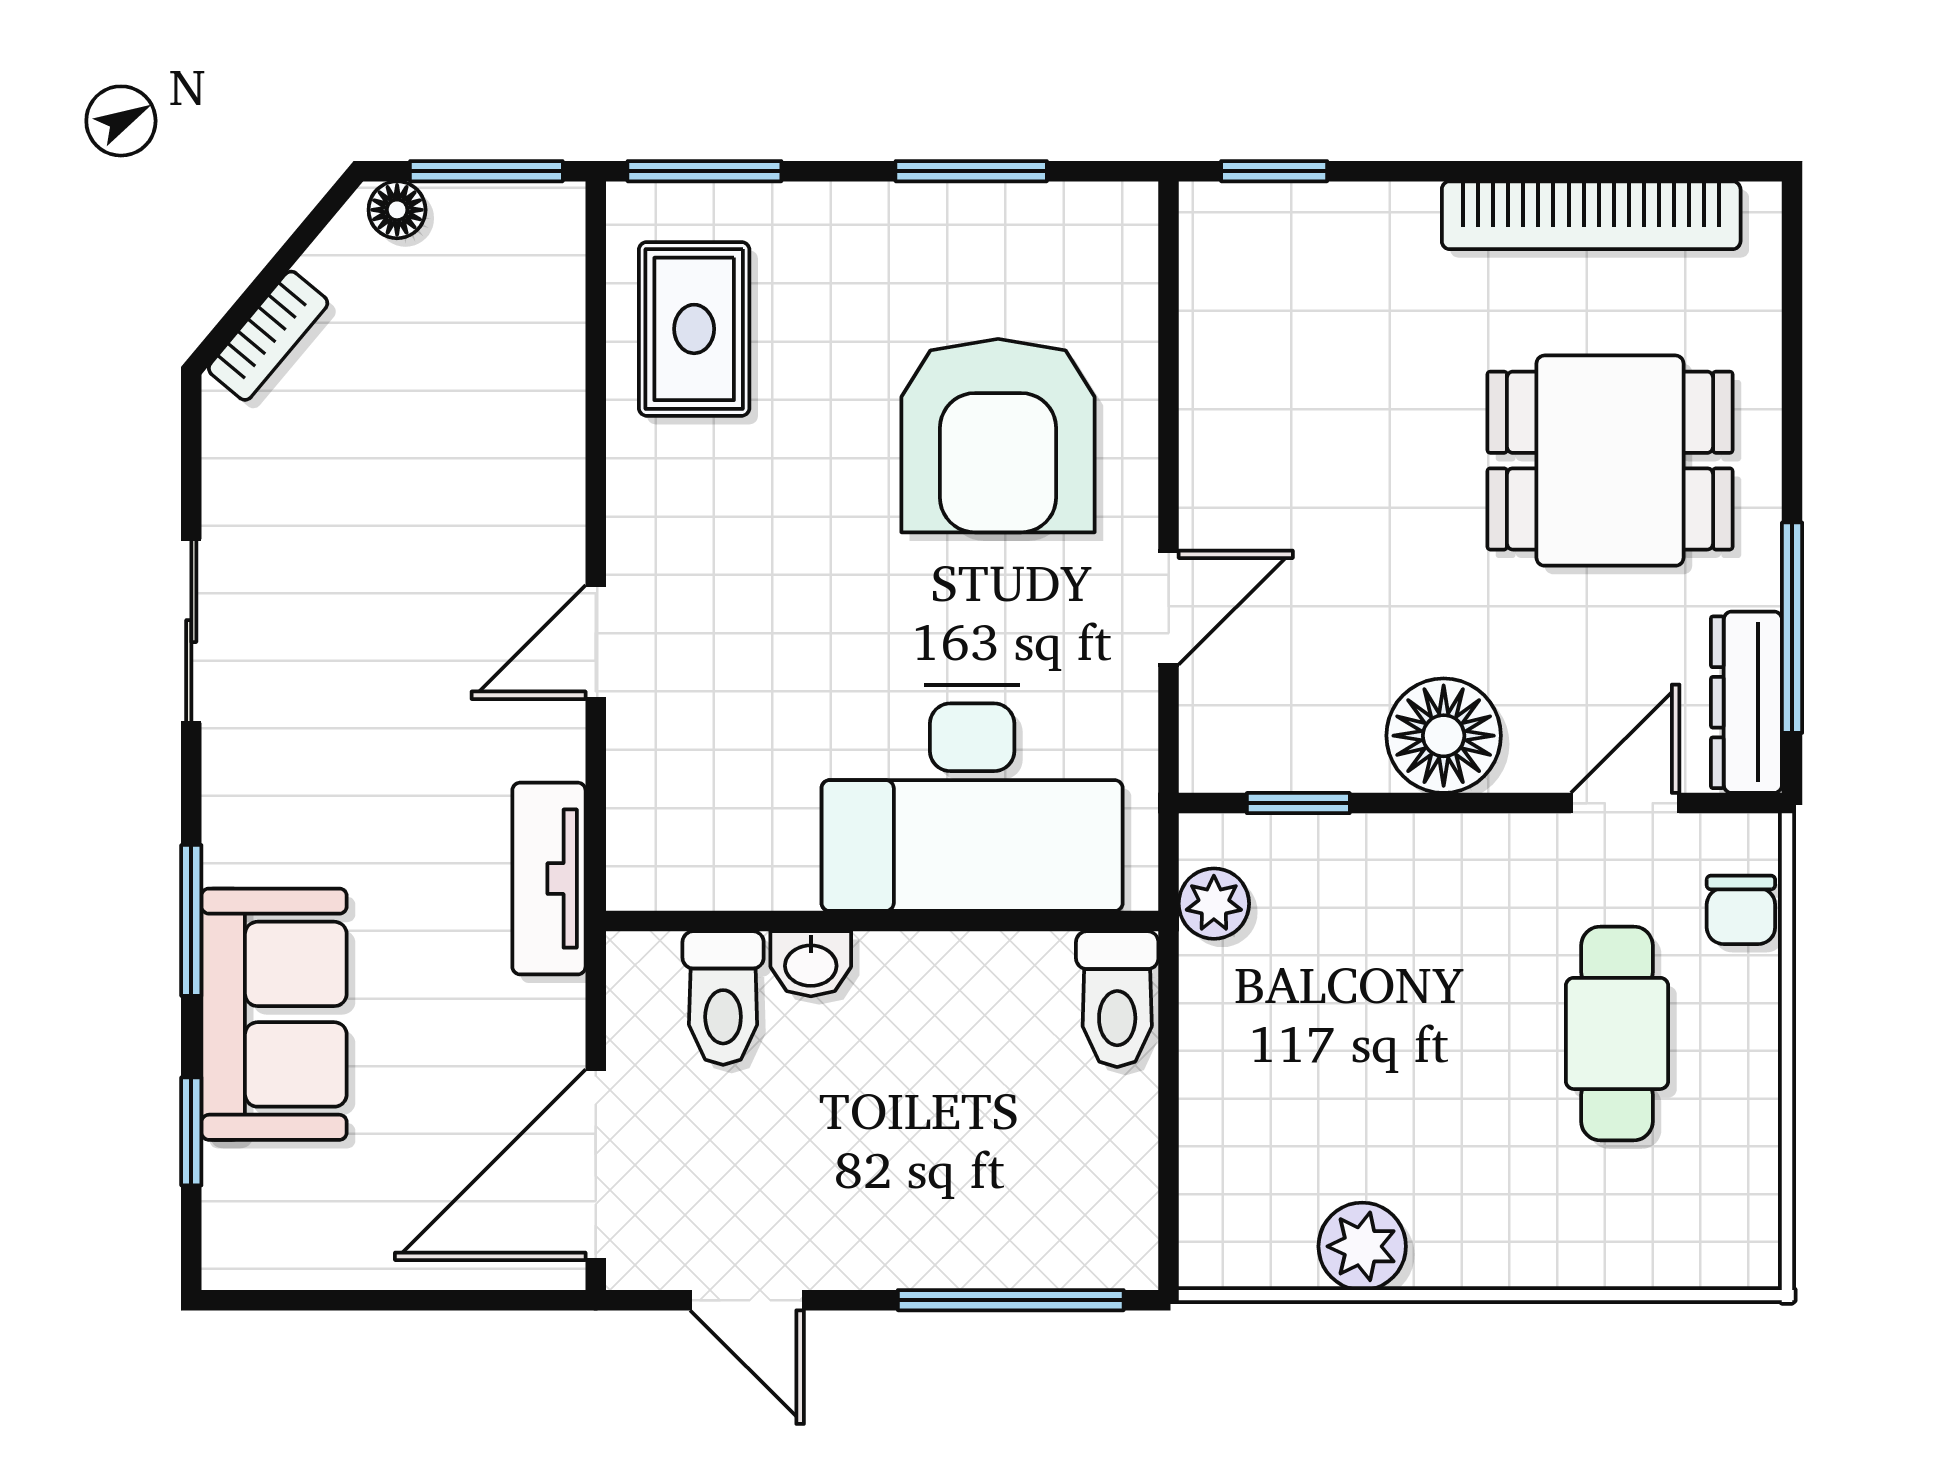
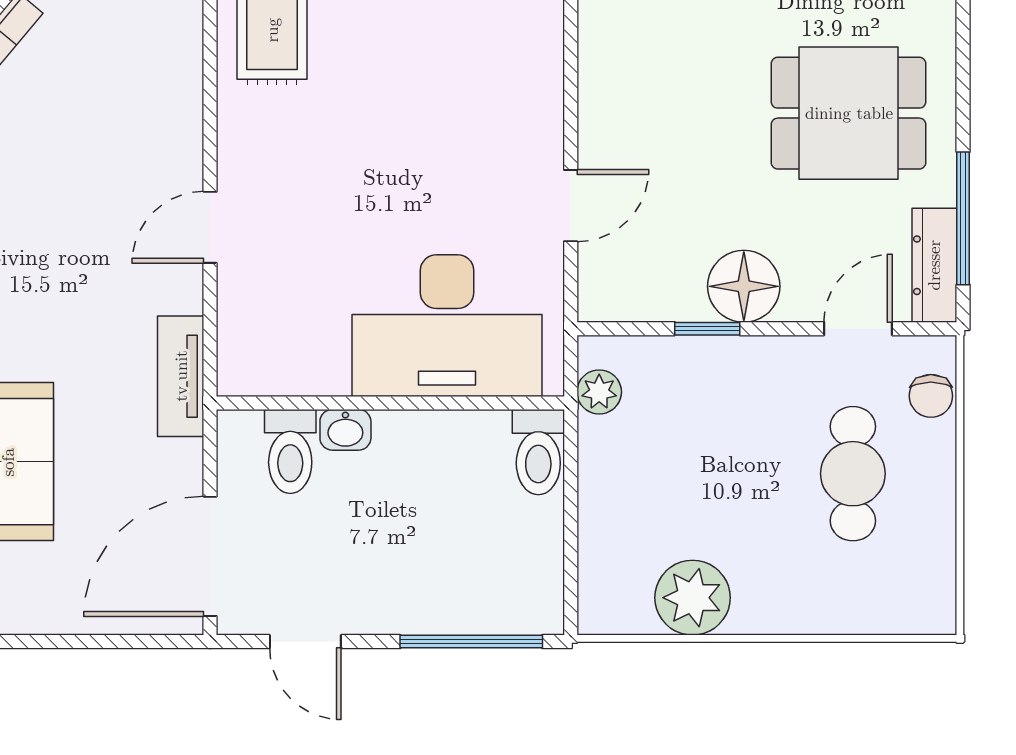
armchair: (998, 436) -> (463, 97), removed
window: (1298, 803) -> (707, 329), moved
plant: (1362, 1246) -> (693, 598), width x1.36, depth x1.36

